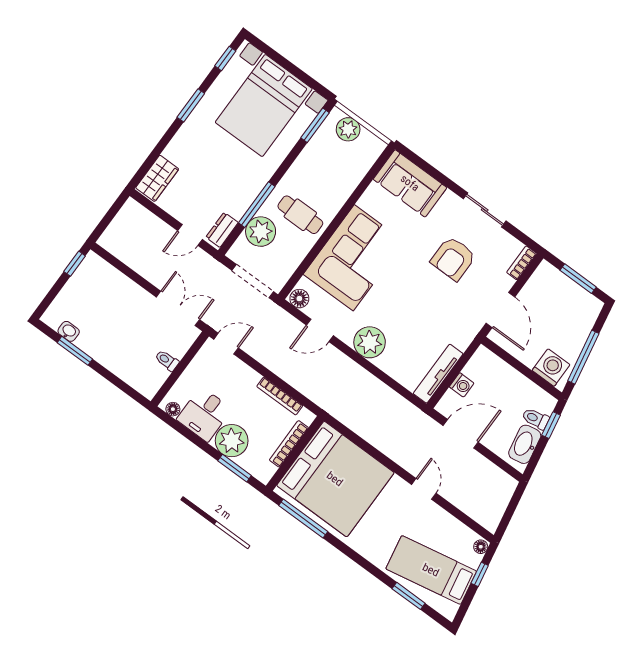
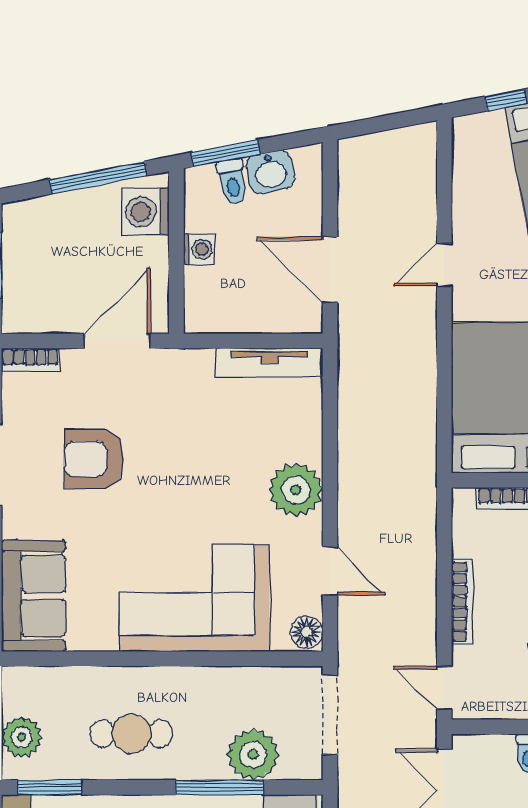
cafe table: (300, 215) -> (131, 734), moved, turned 90
armchair: (453, 259) -> (94, 459), turned 180
washing machine: (462, 385) -> (199, 249), moved, turned 90
bookcase: (280, 396) -> (462, 602), moved
window: (551, 425) -> (226, 153), width x1.50
washbasin: (525, 444) -> (270, 172), width x0.72
floor lamp: (481, 547) -> (466, 127), removed

